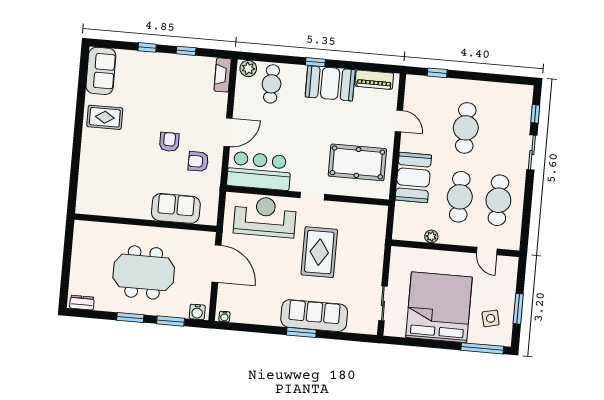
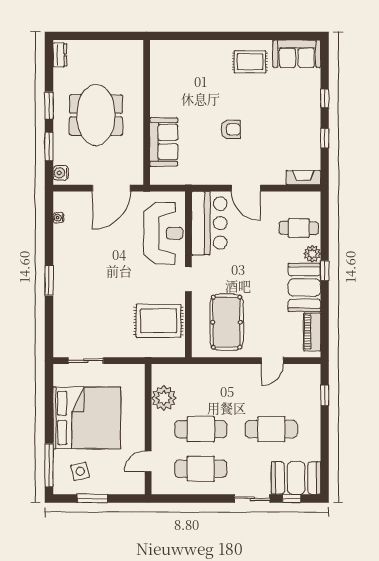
plant: (248, 69) -> (312, 254), moved
rug: (105, 117) -> (250, 62), turned 90
armchair: (198, 161) -> (213, 160), removed
booth: (413, 178) -> (296, 478), moved
plant: (431, 236) -> (164, 398), width x1.87, depth x1.87
rug: (319, 252) -> (159, 321), moved
sofa: (314, 316) -> (67, 292), removed
water cooler: (224, 317) -> (58, 218), moved

